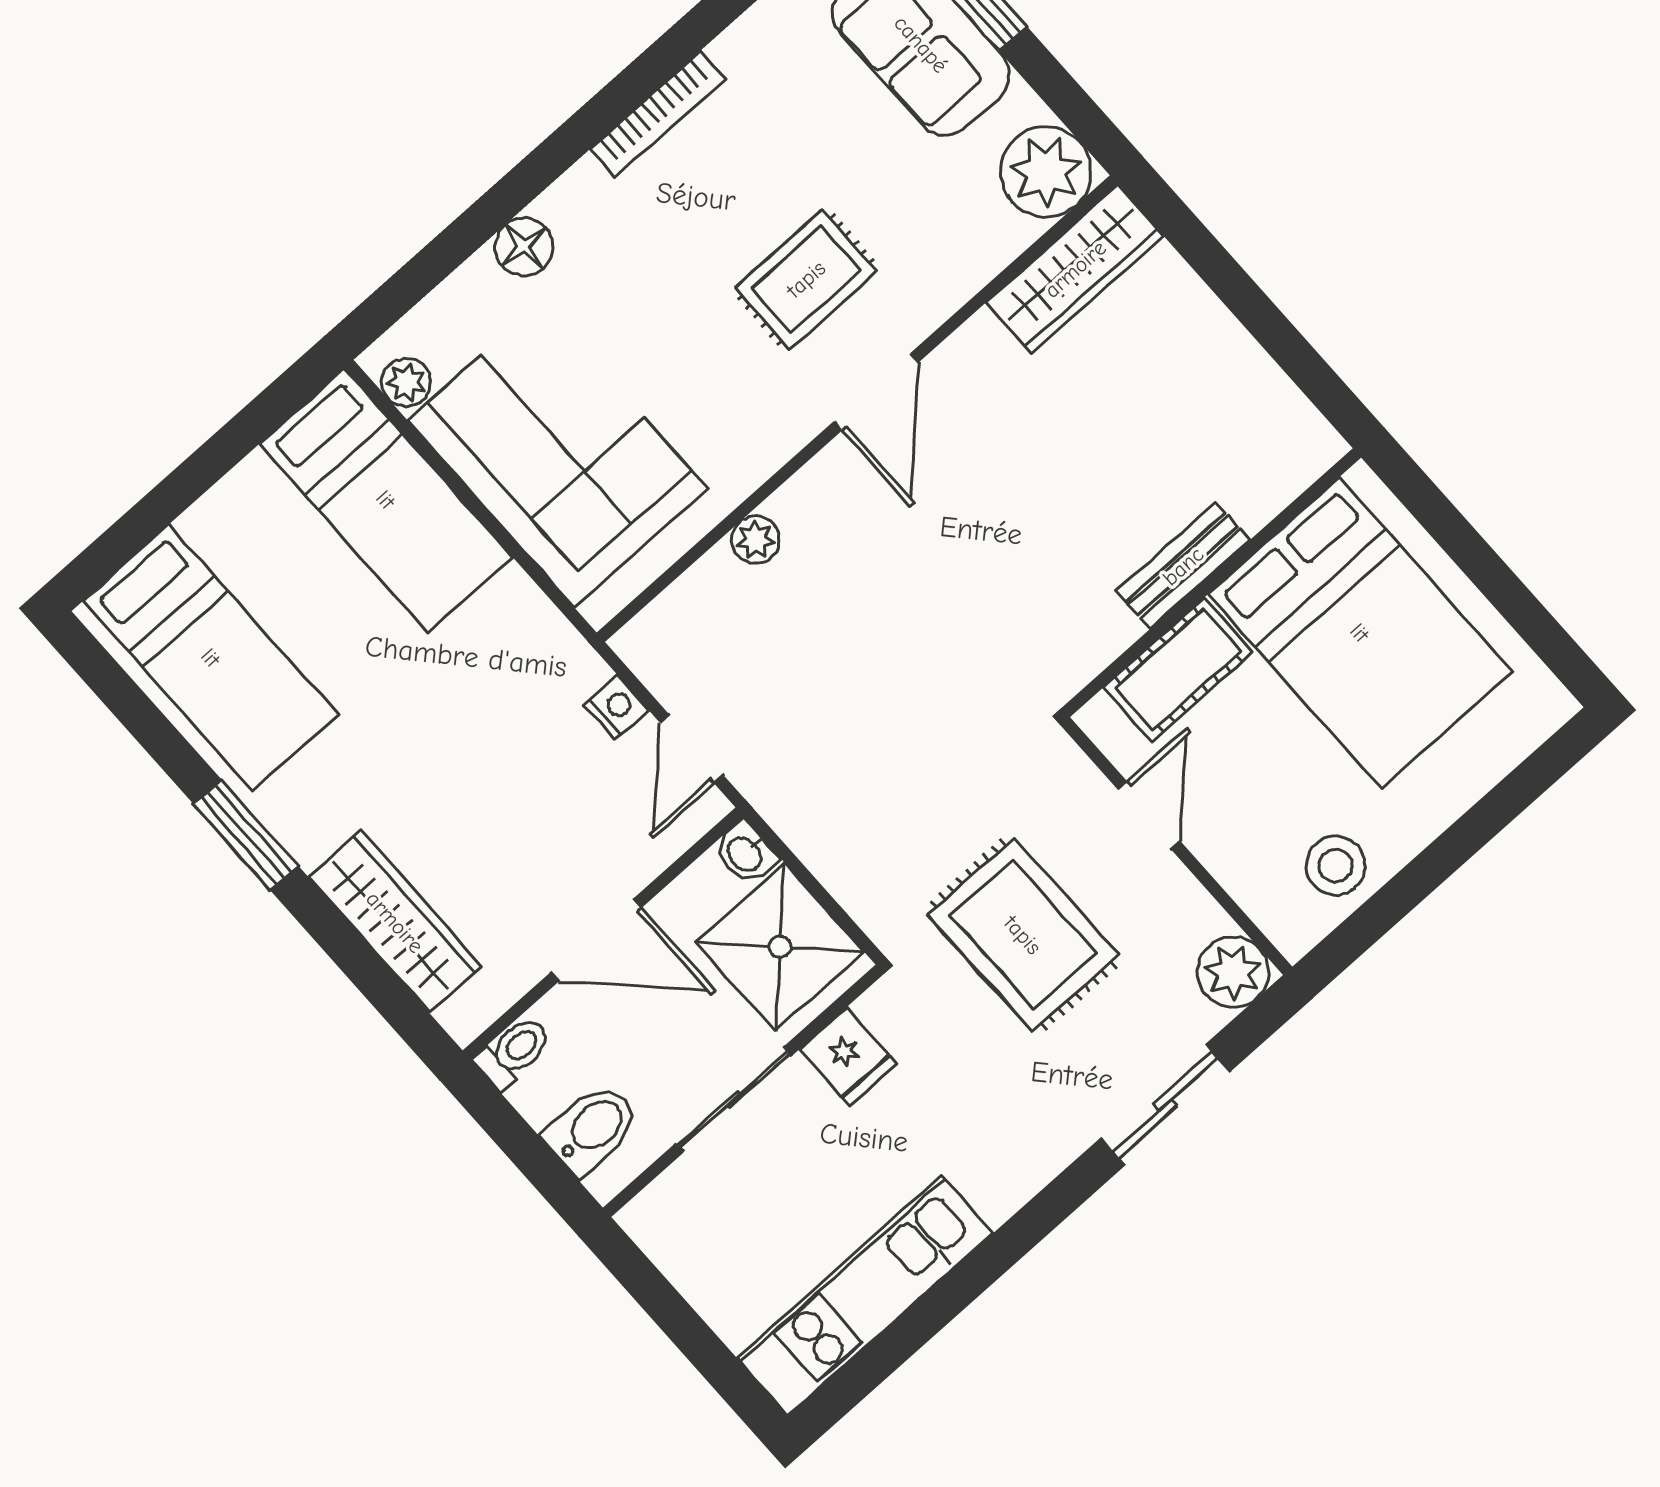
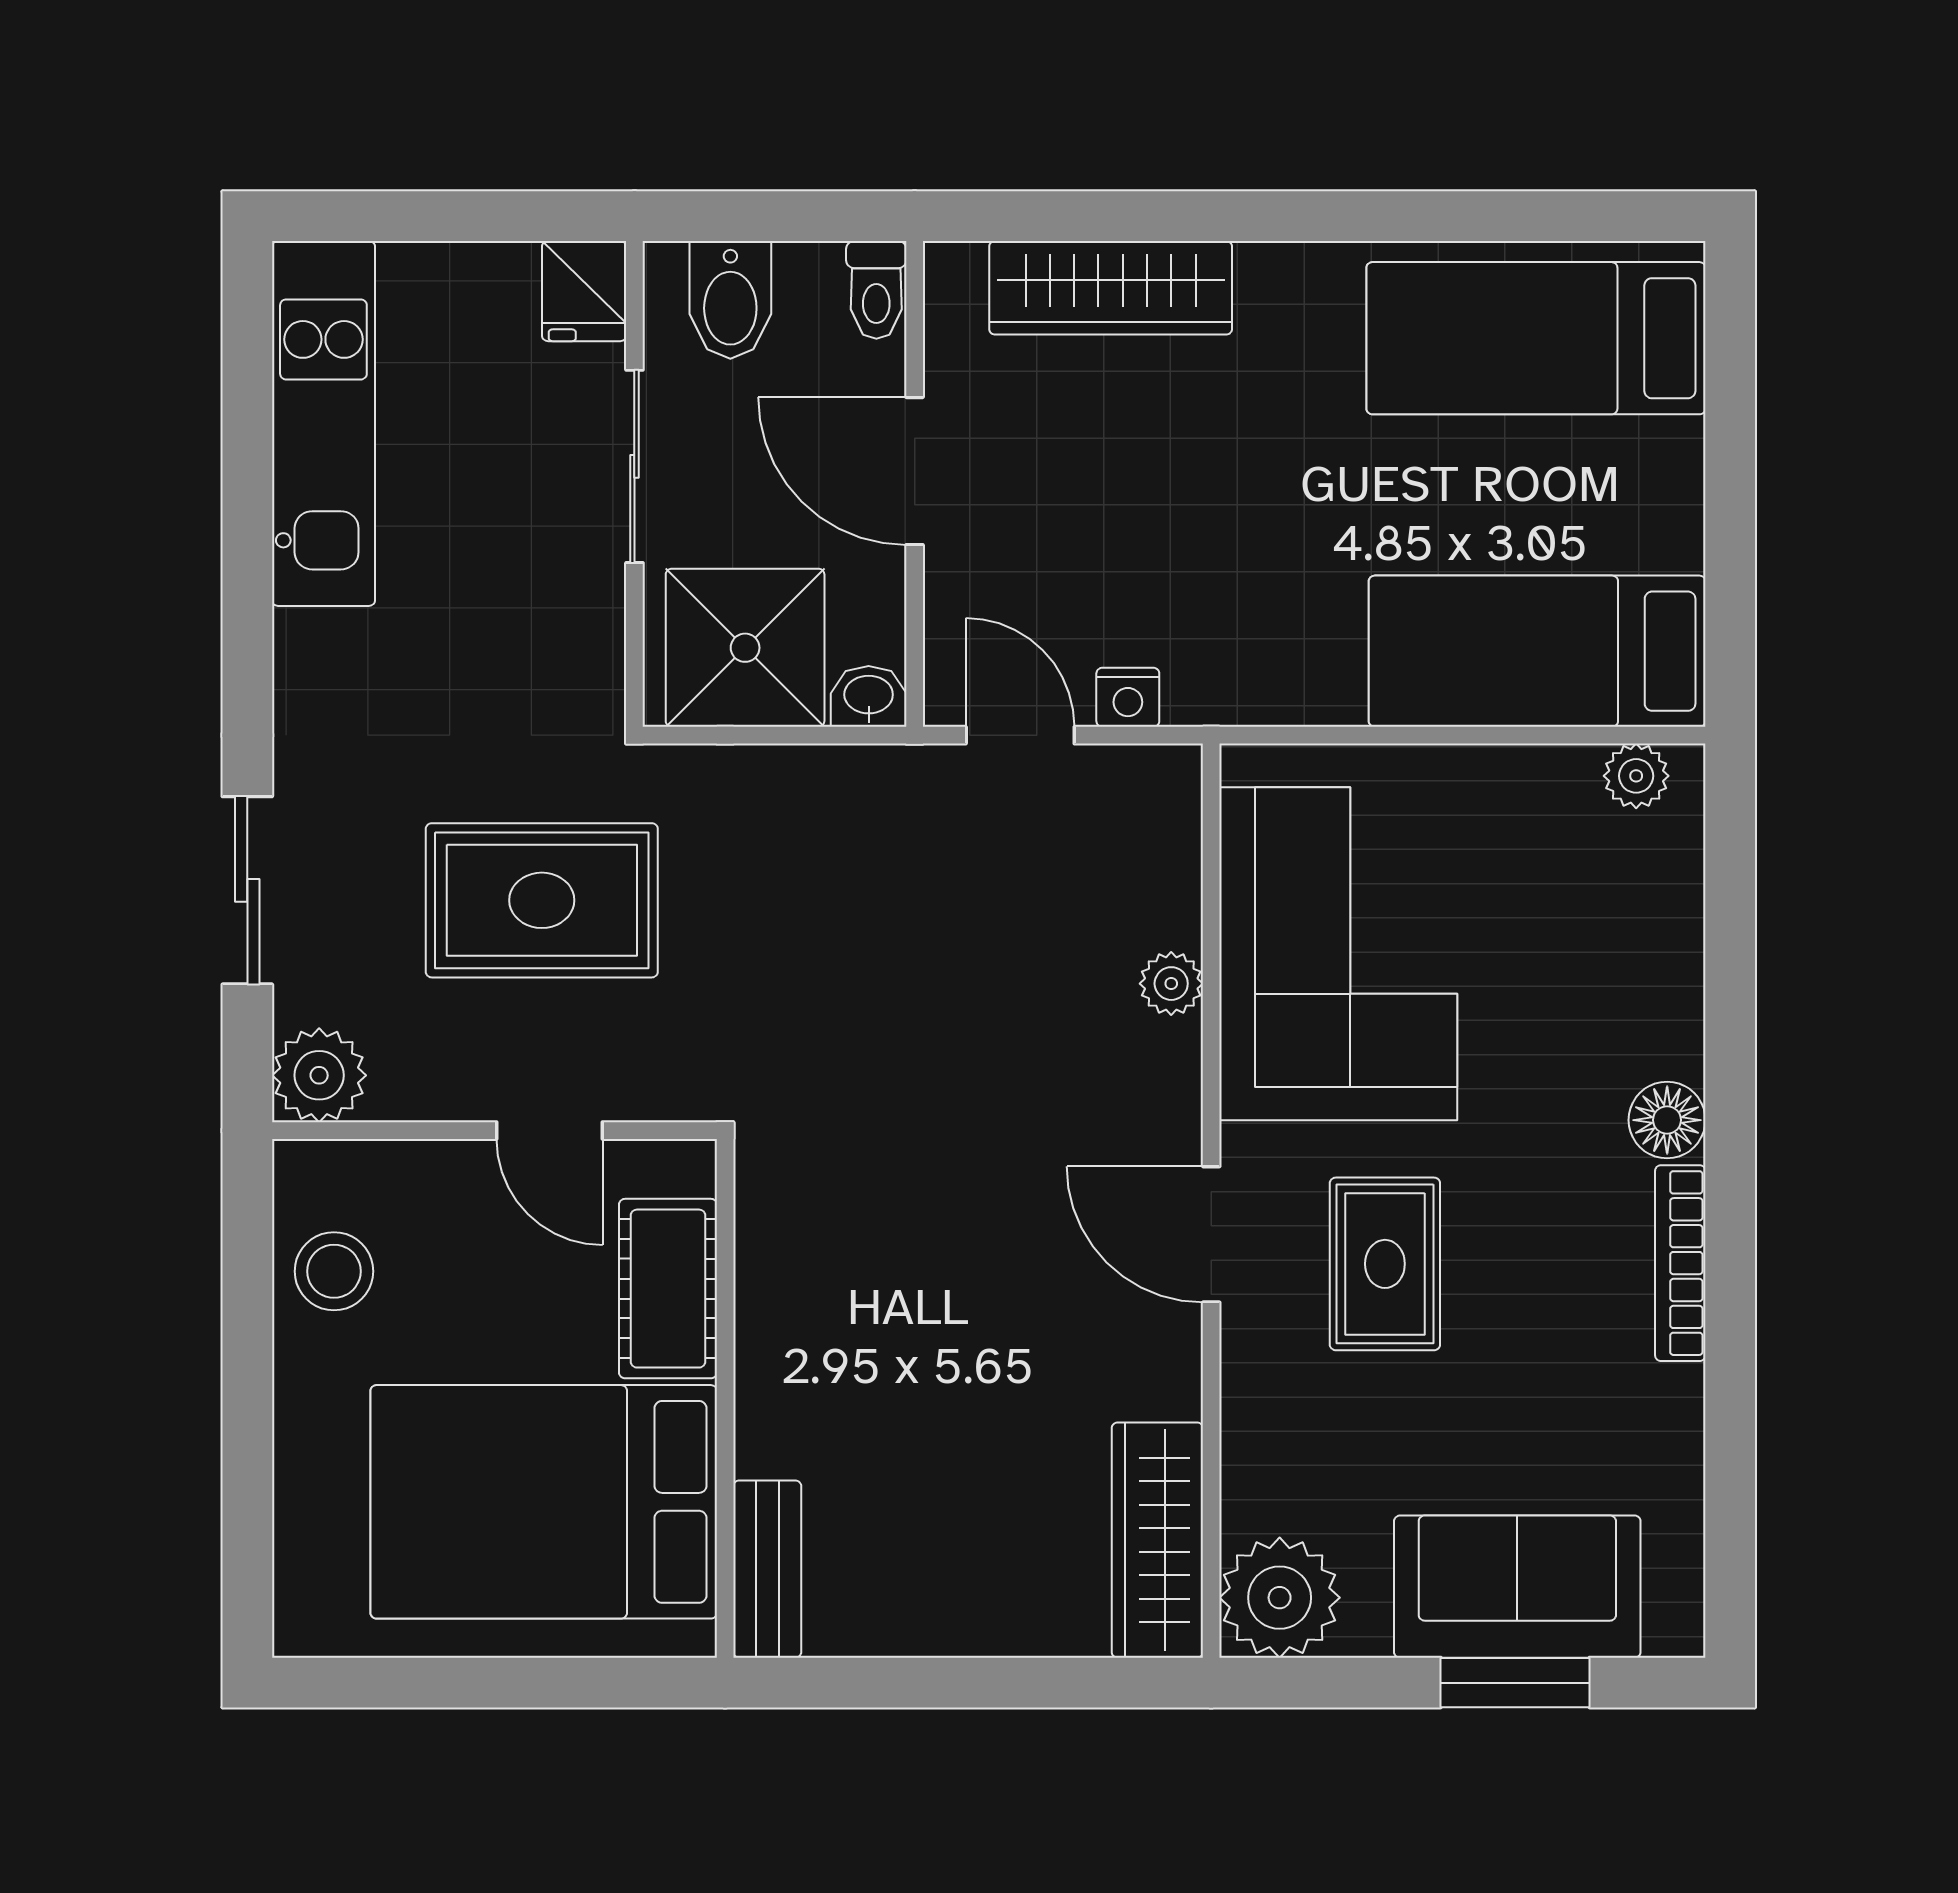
floor lamp: (524, 247) -> (1667, 1120), moved
corner sofa: (558, 455) -> (1338, 954), moved, turned -90
bench: (1183, 566) -> (767, 1569), moved
window: (246, 835) -> (1329, 216), removed
door: (596, 940) -> (915, 471), hinge flipped
fridge: (848, 1056) -> (584, 291), moved, turned -90

